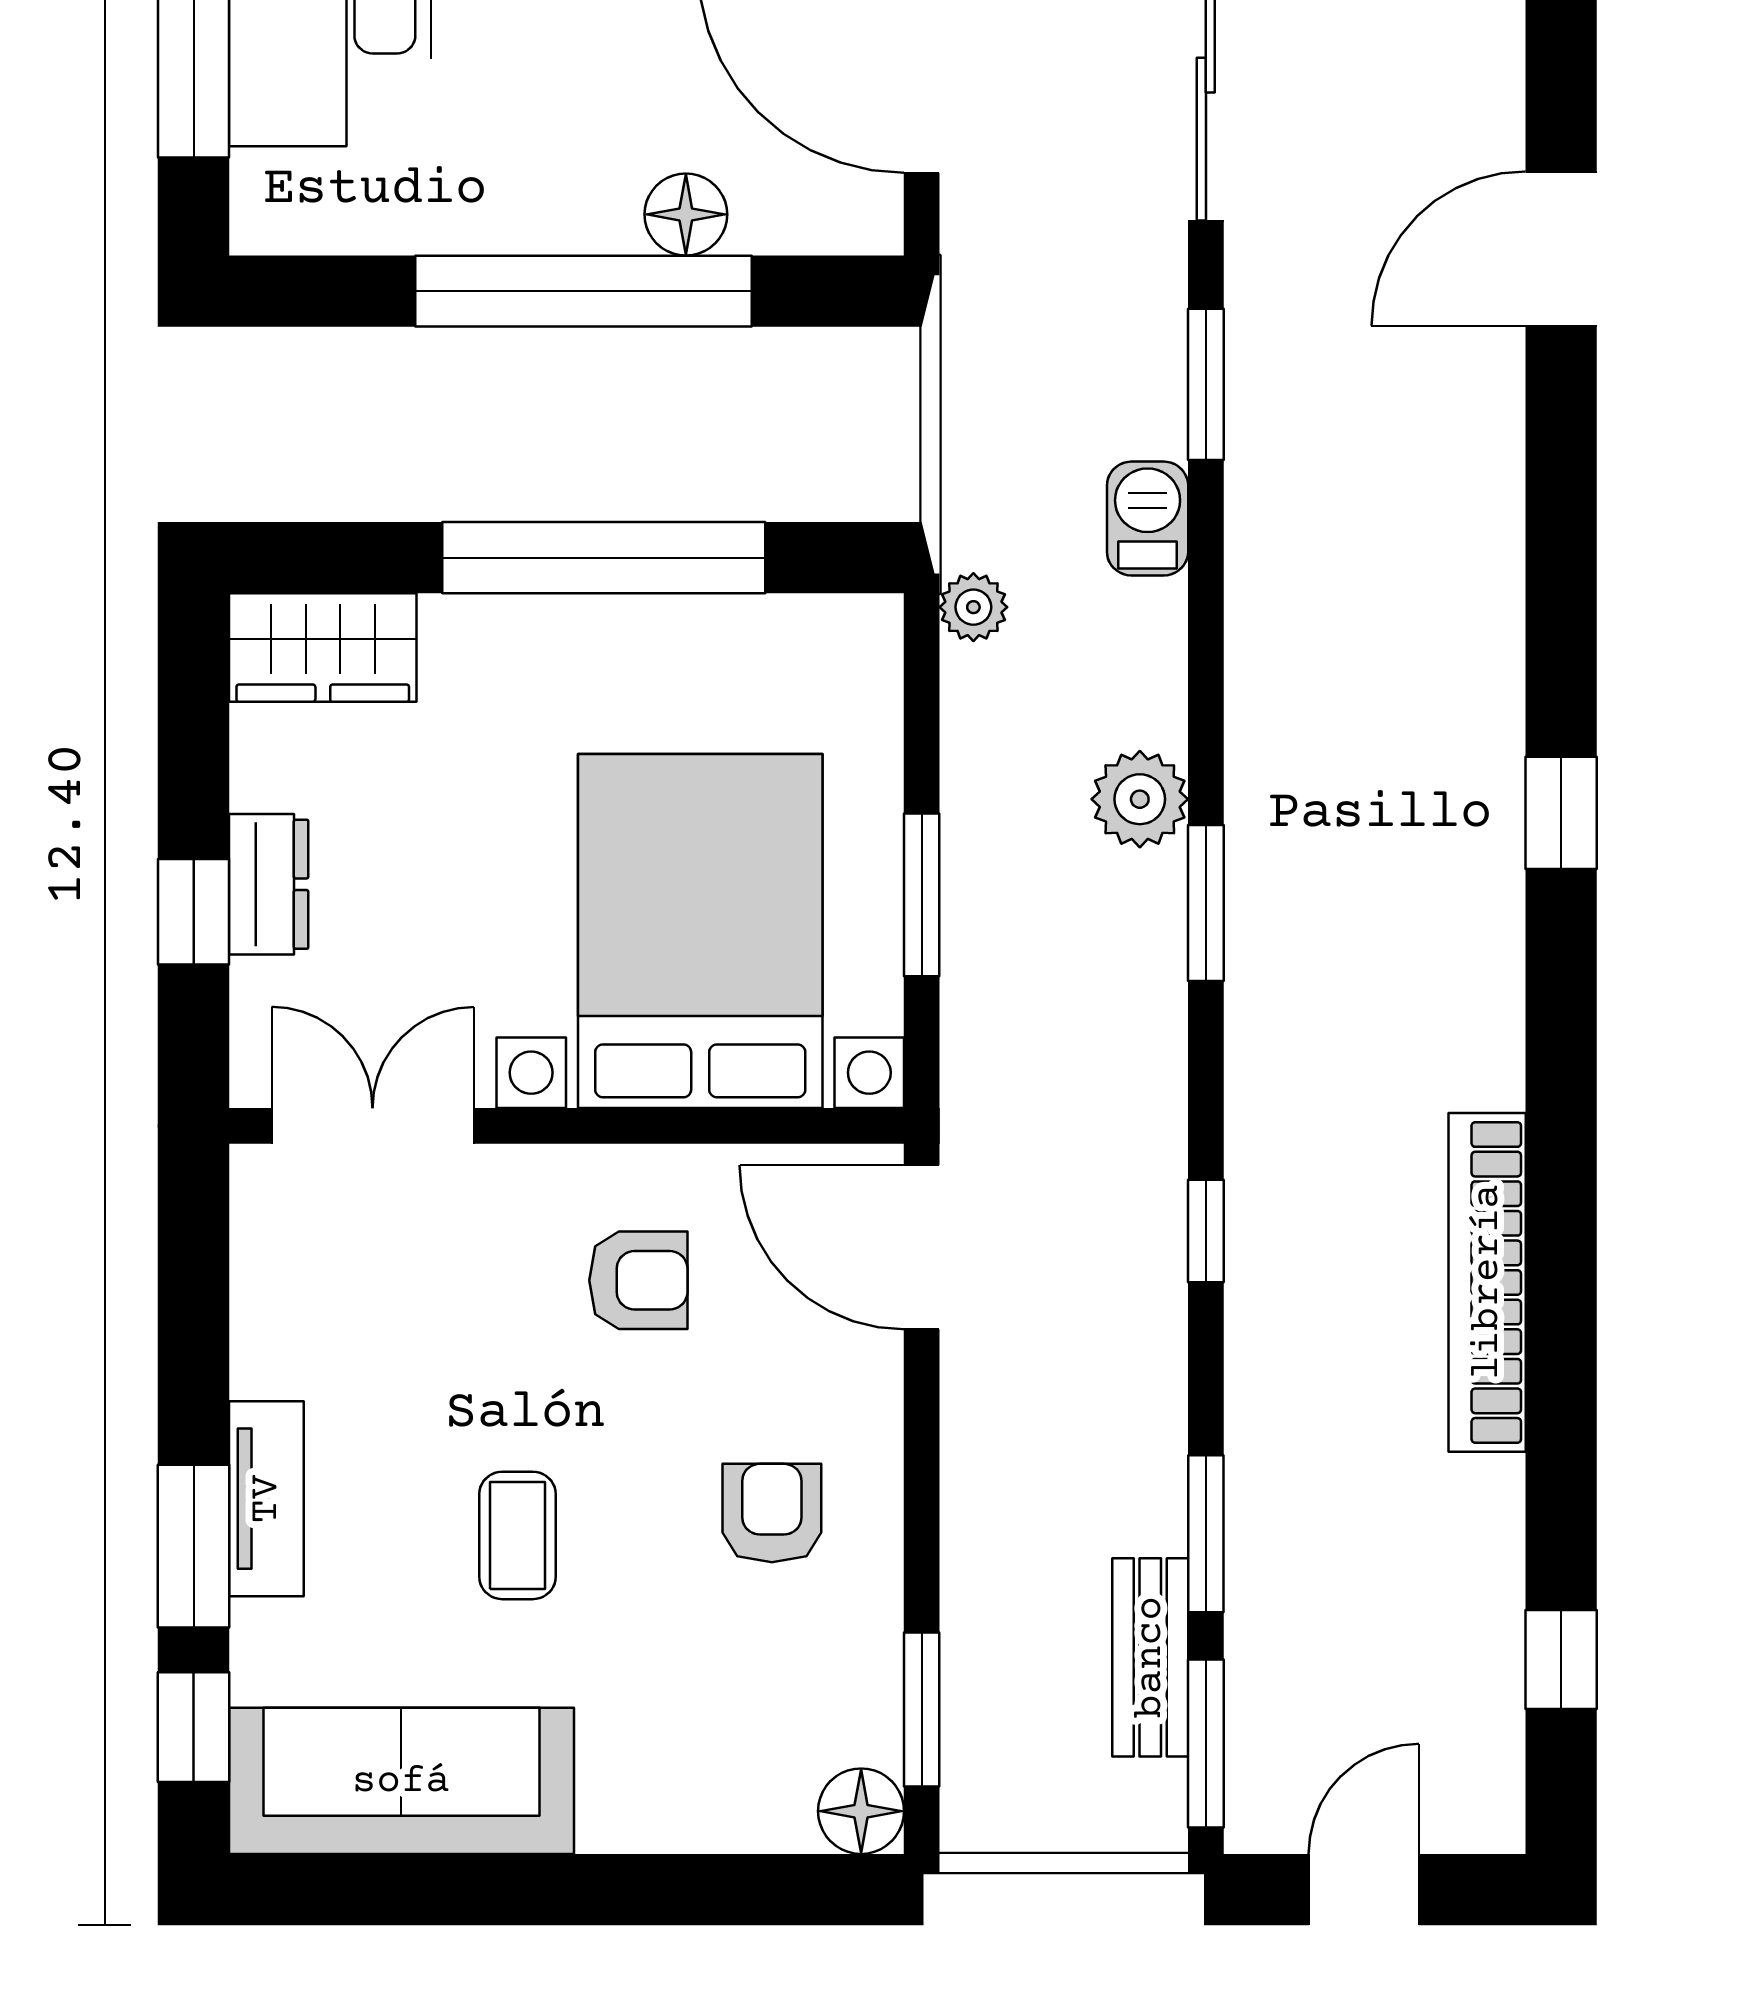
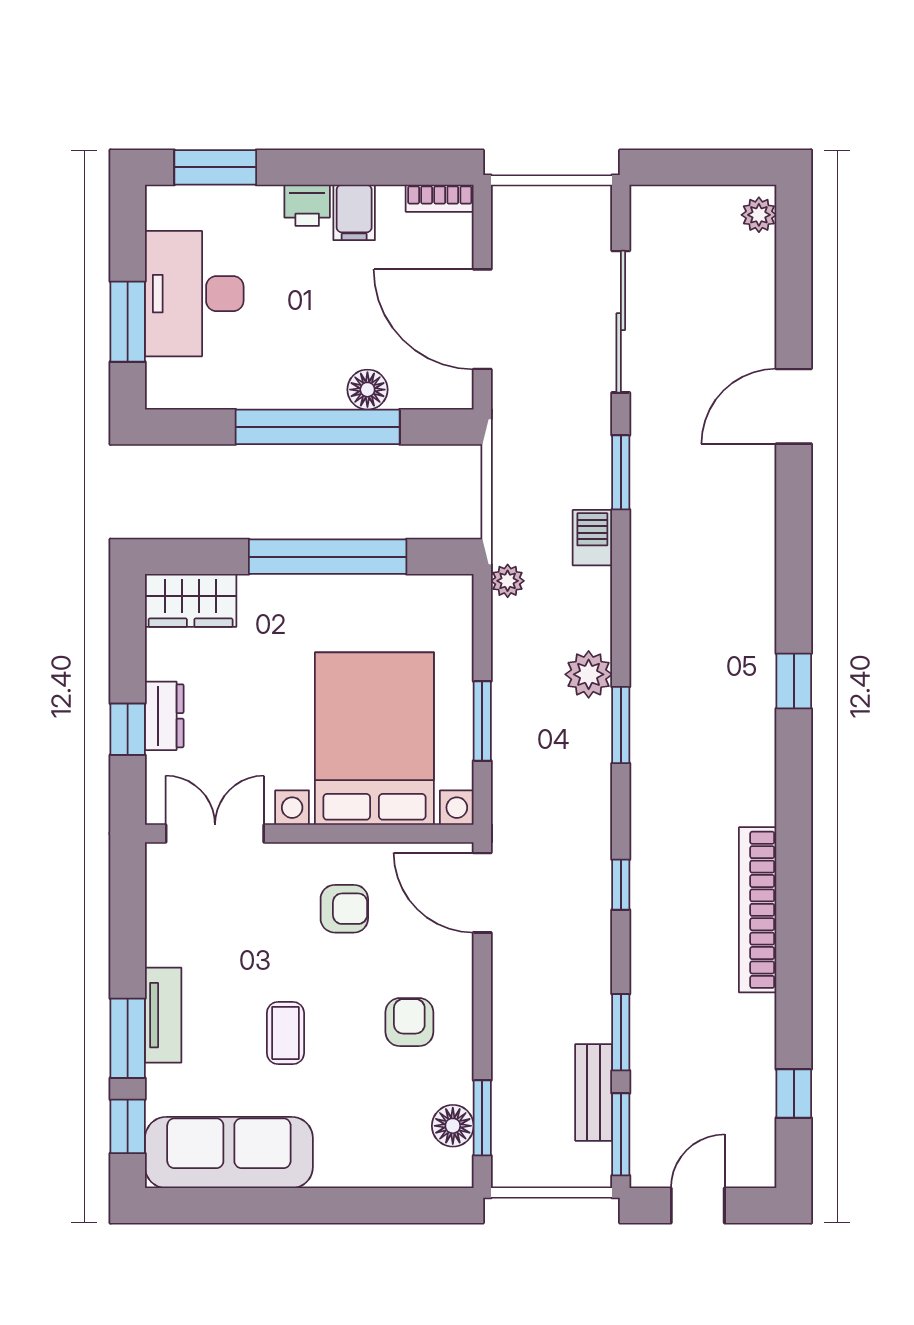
floor lamp: (861, 1811) -> (453, 1126), moved

